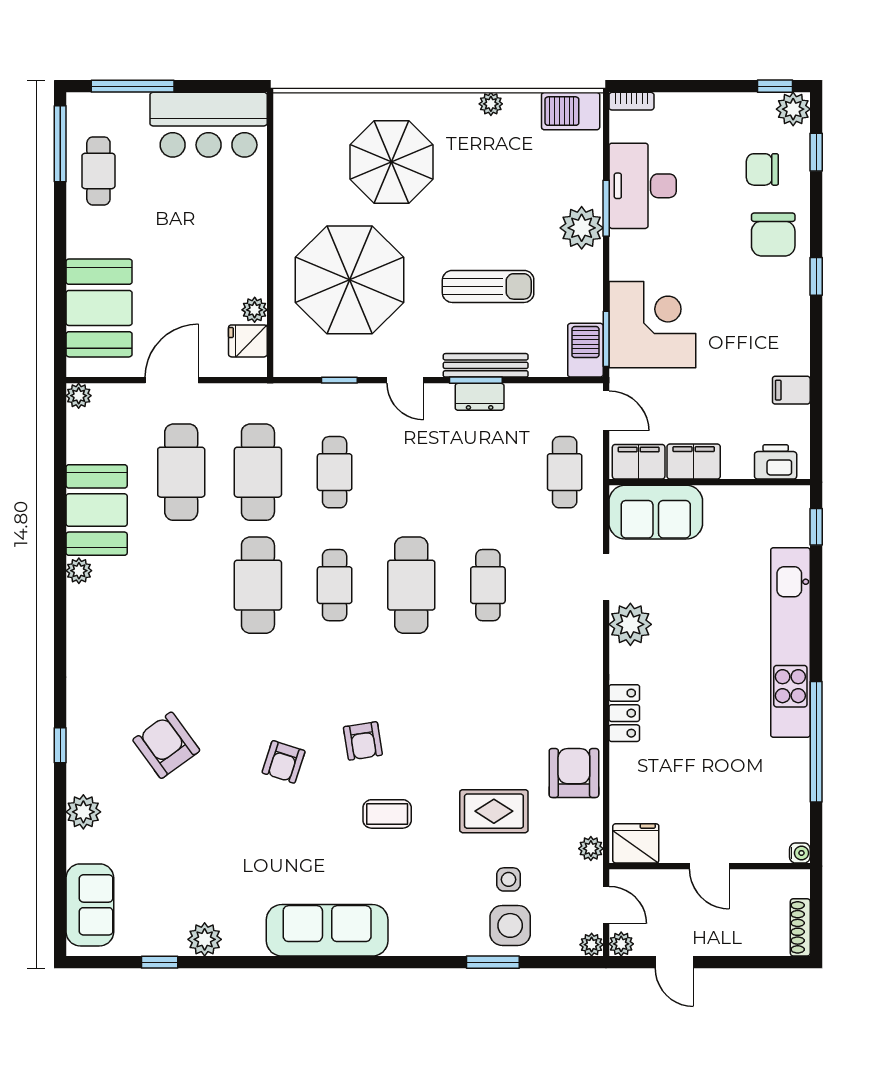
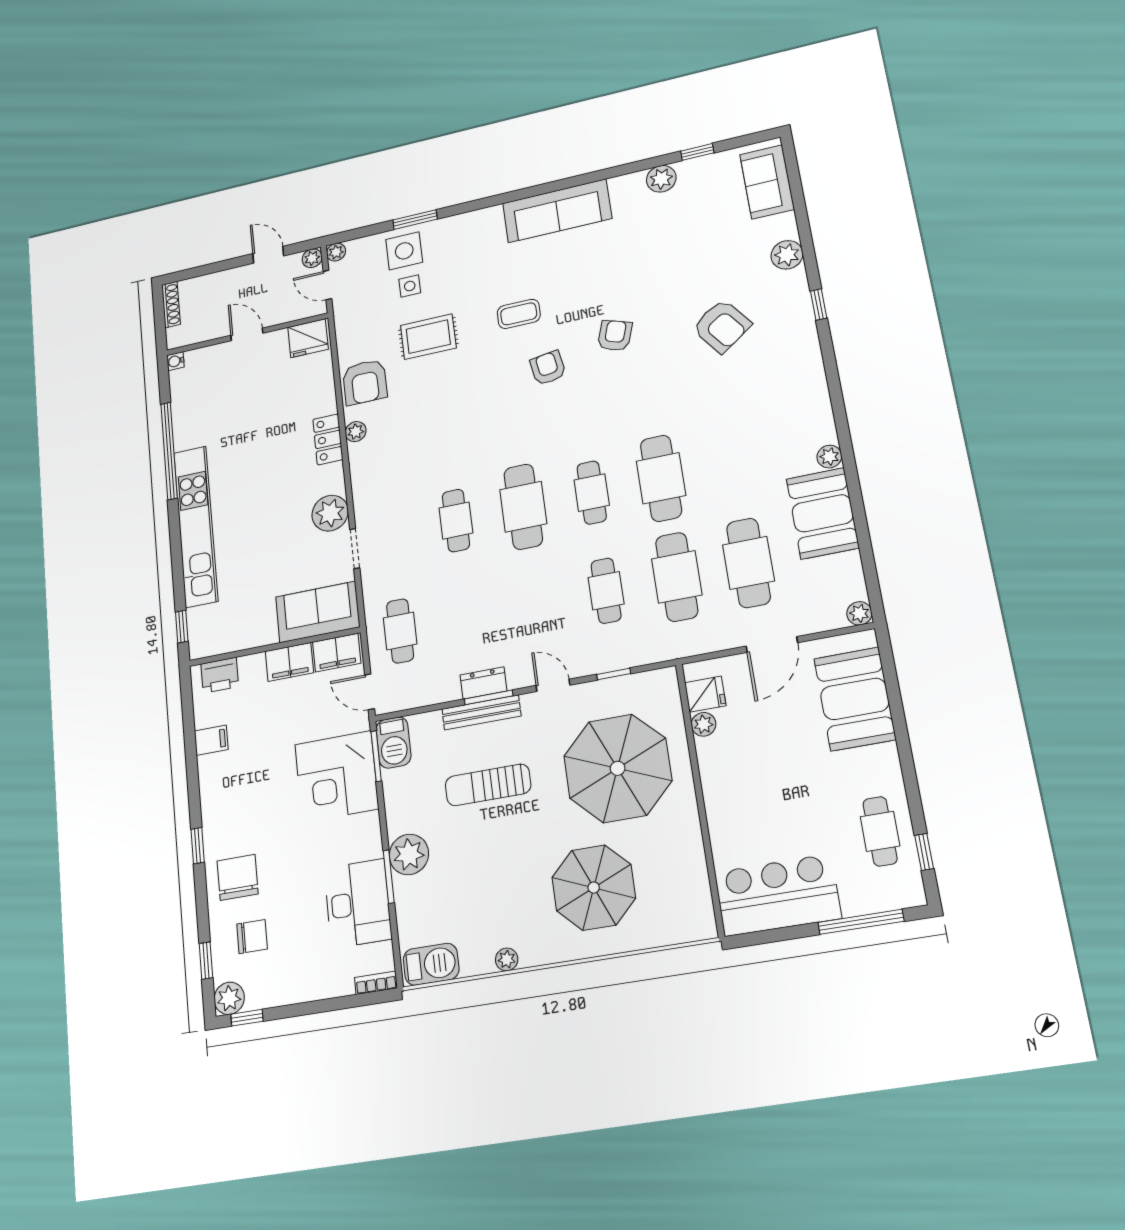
window: (60, 144) -> (924, 852), width x0.46
plant: (591, 849) -> (356, 432), moved

